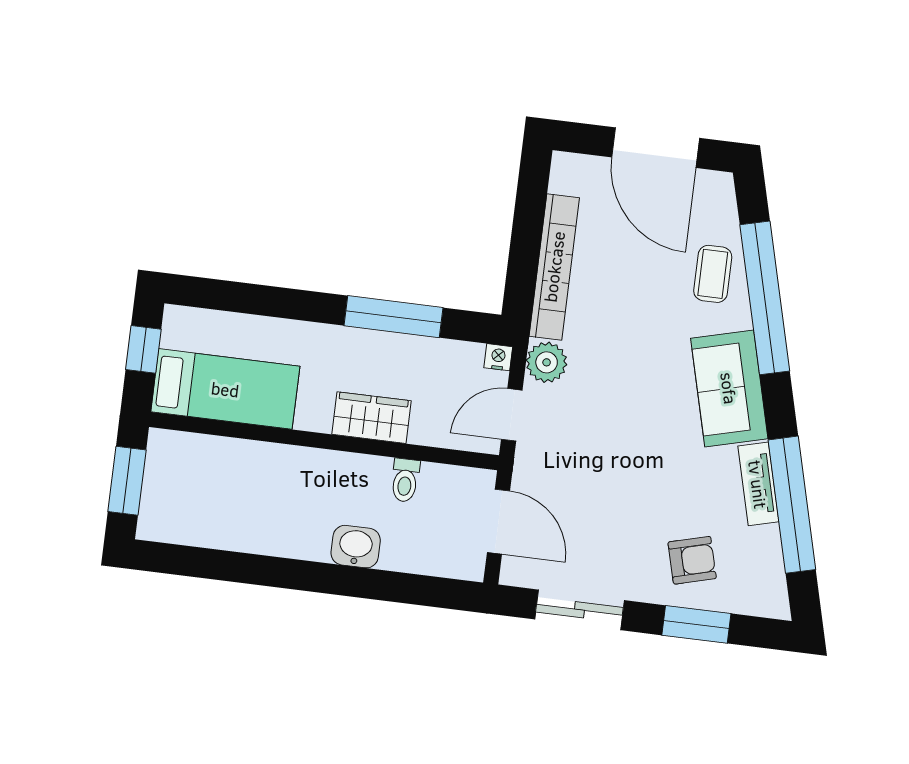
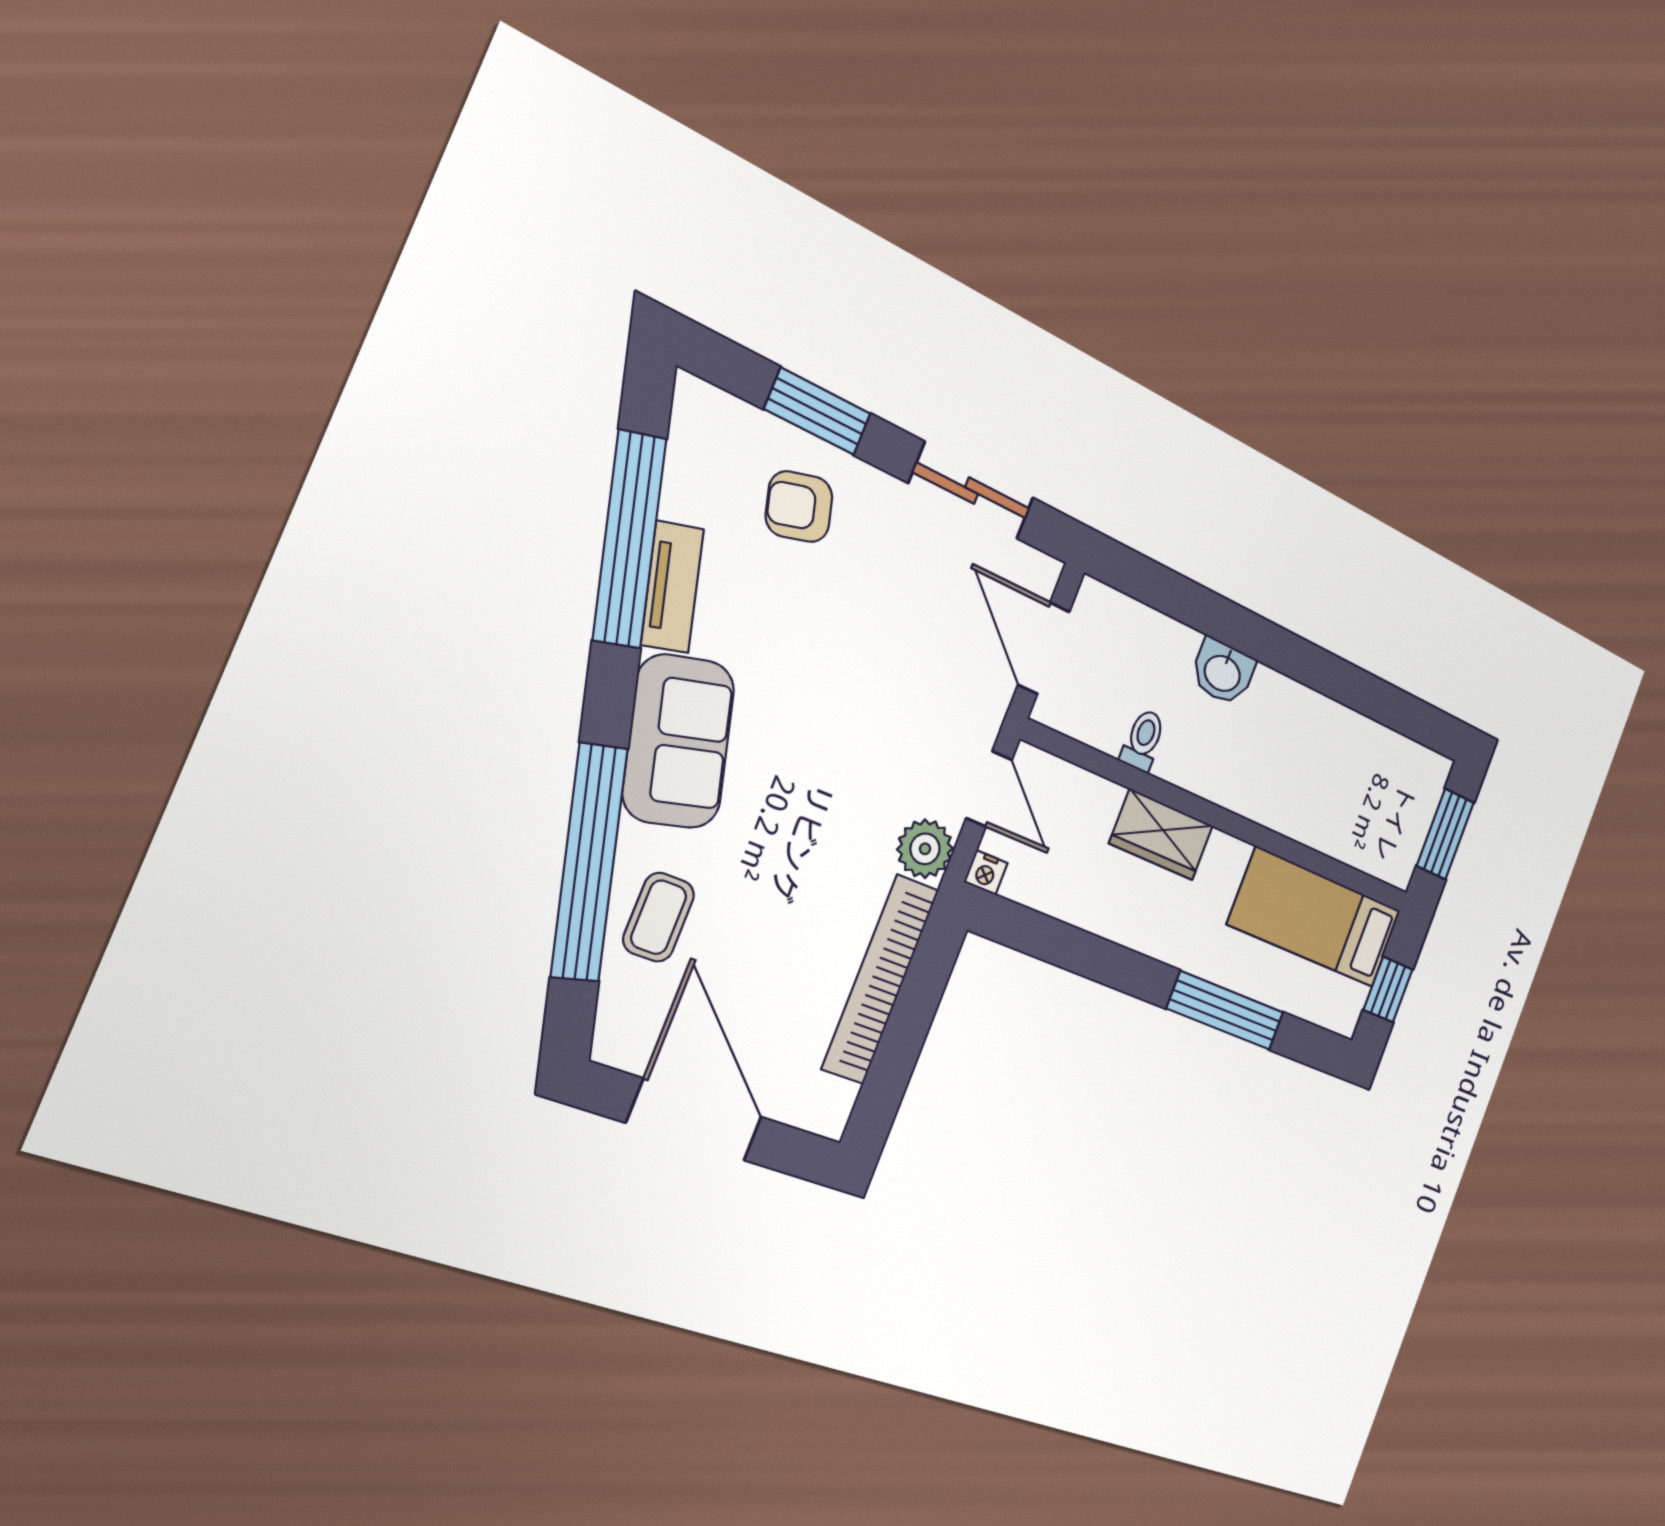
window: (393, 317) -> (1225, 1010), moved
door: (512, 415) -> (989, 789), hinge flipped

